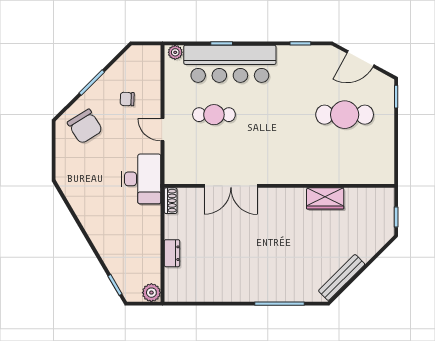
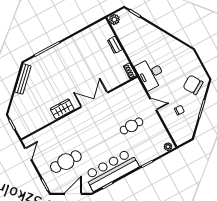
bar counter: (230, 64) -> (111, 170), moved
door: (396, 158) -> (28, 154), added
double door: (231, 186) -> (94, 100), moved
wardrobe: (325, 198) -> (62, 109), moved

